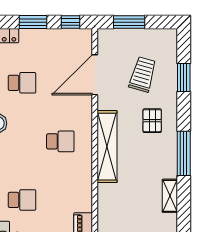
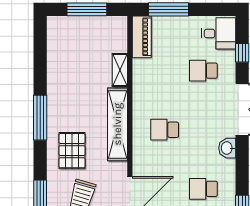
pallet: (152, 121) -> (72, 151), width x1.50, depth x1.42
shelving: (170, 196) -> (120, 70), moved

